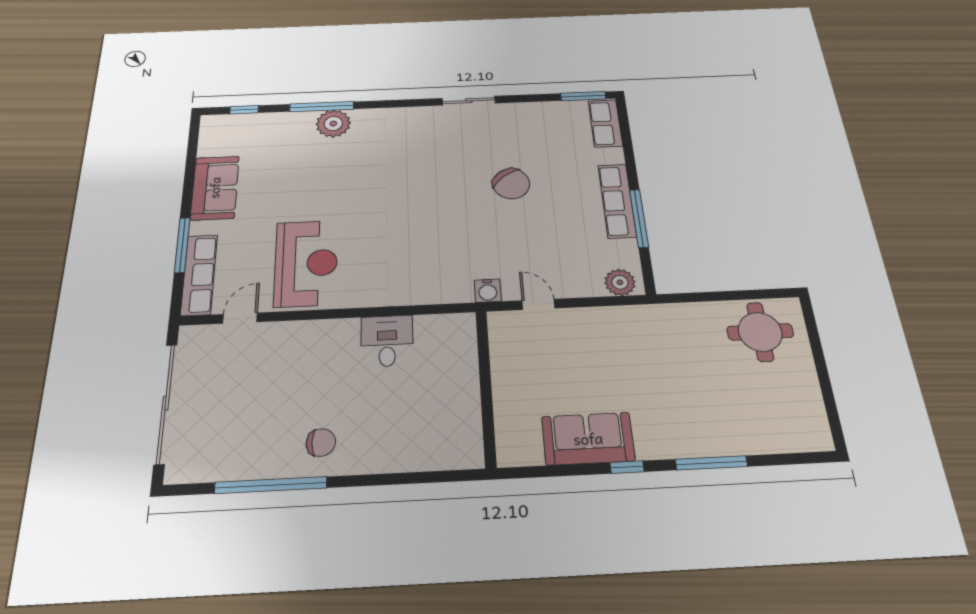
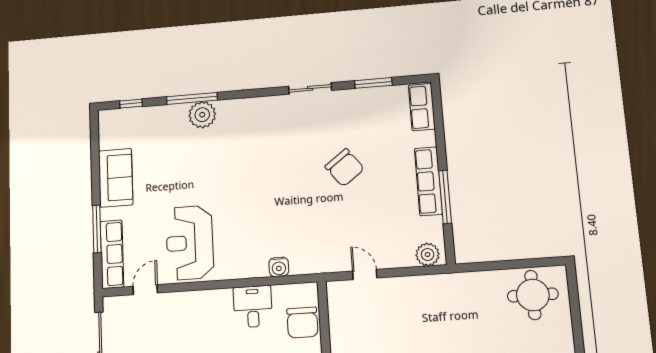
window: (583, 96) -> (373, 83), moved
reception desk: (306, 263) -> (190, 243), turned 180
water cooler: (488, 291) -> (279, 267), moved
chair: (454, 361) -> (302, 322), added

